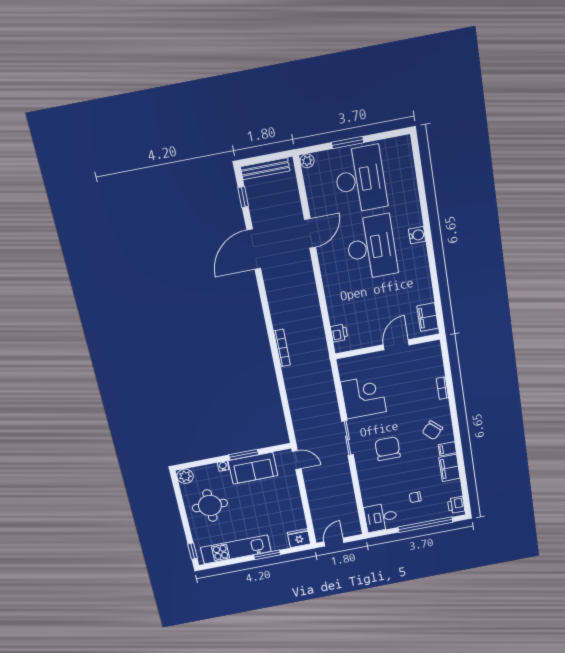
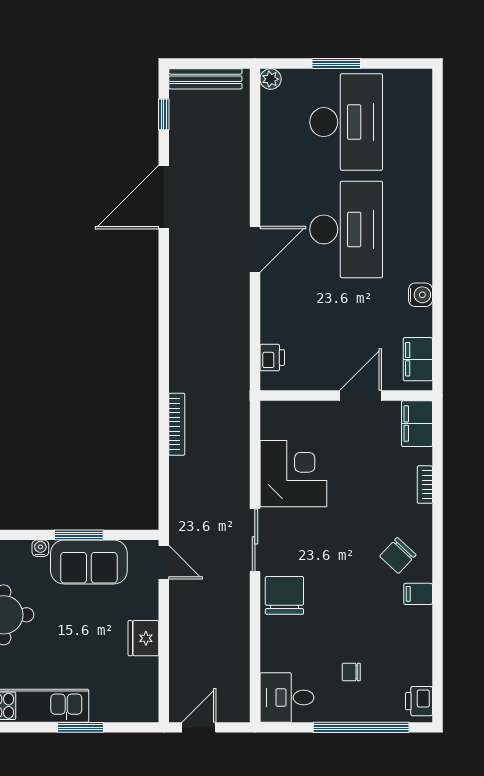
door: (310, 233) -> (255, 249), moved
water cooler: (417, 235) -> (420, 295), moved
bookcase: (282, 348) -> (177, 424), moved
chair: (388, 449) -> (284, 595), moved
filing cabinet: (449, 468) -> (417, 424), moved
fridge: (299, 538) -> (143, 638), moved, turned -90

